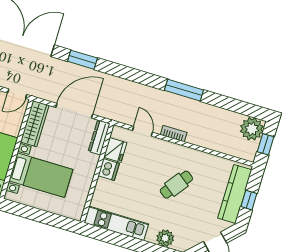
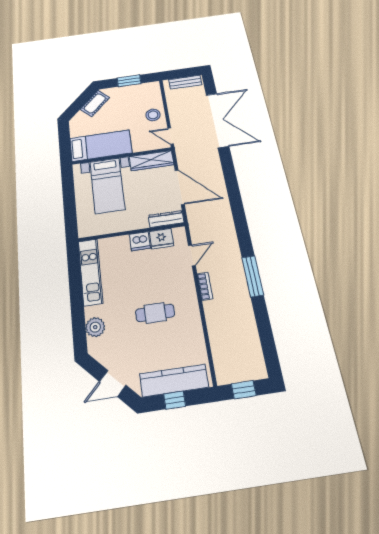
window: (82, 60) -> (229, 174), removed
plant: (252, 129) -> (252, 366), removed
cafe table: (176, 185) -> (155, 313), turned -37

